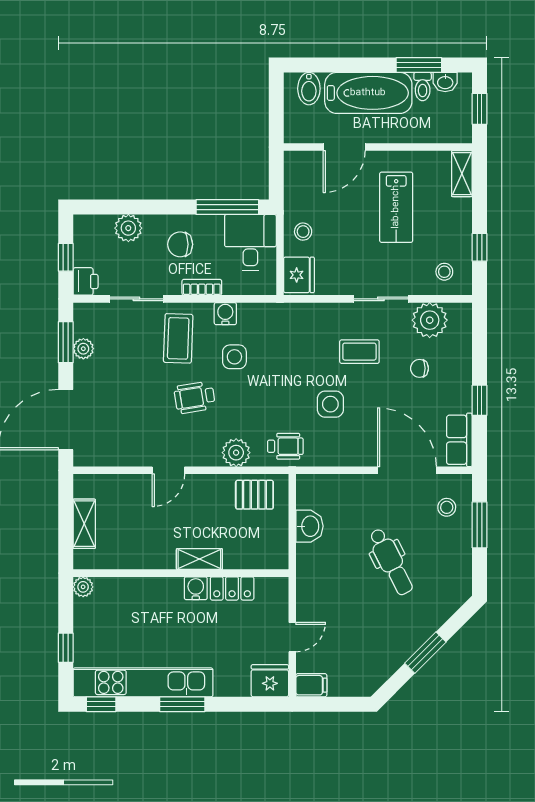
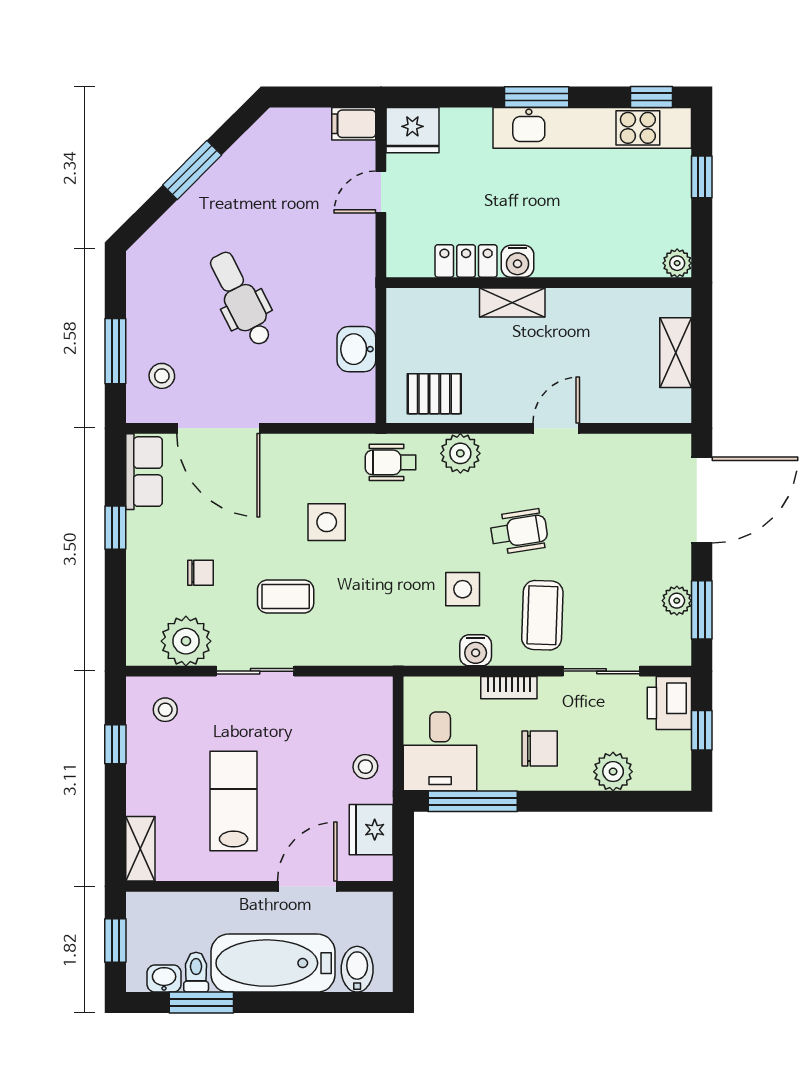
fridge: (299, 275) -> (371, 830), moved
printer: (86, 281) -> (669, 703), width x1.36, depth x1.24

